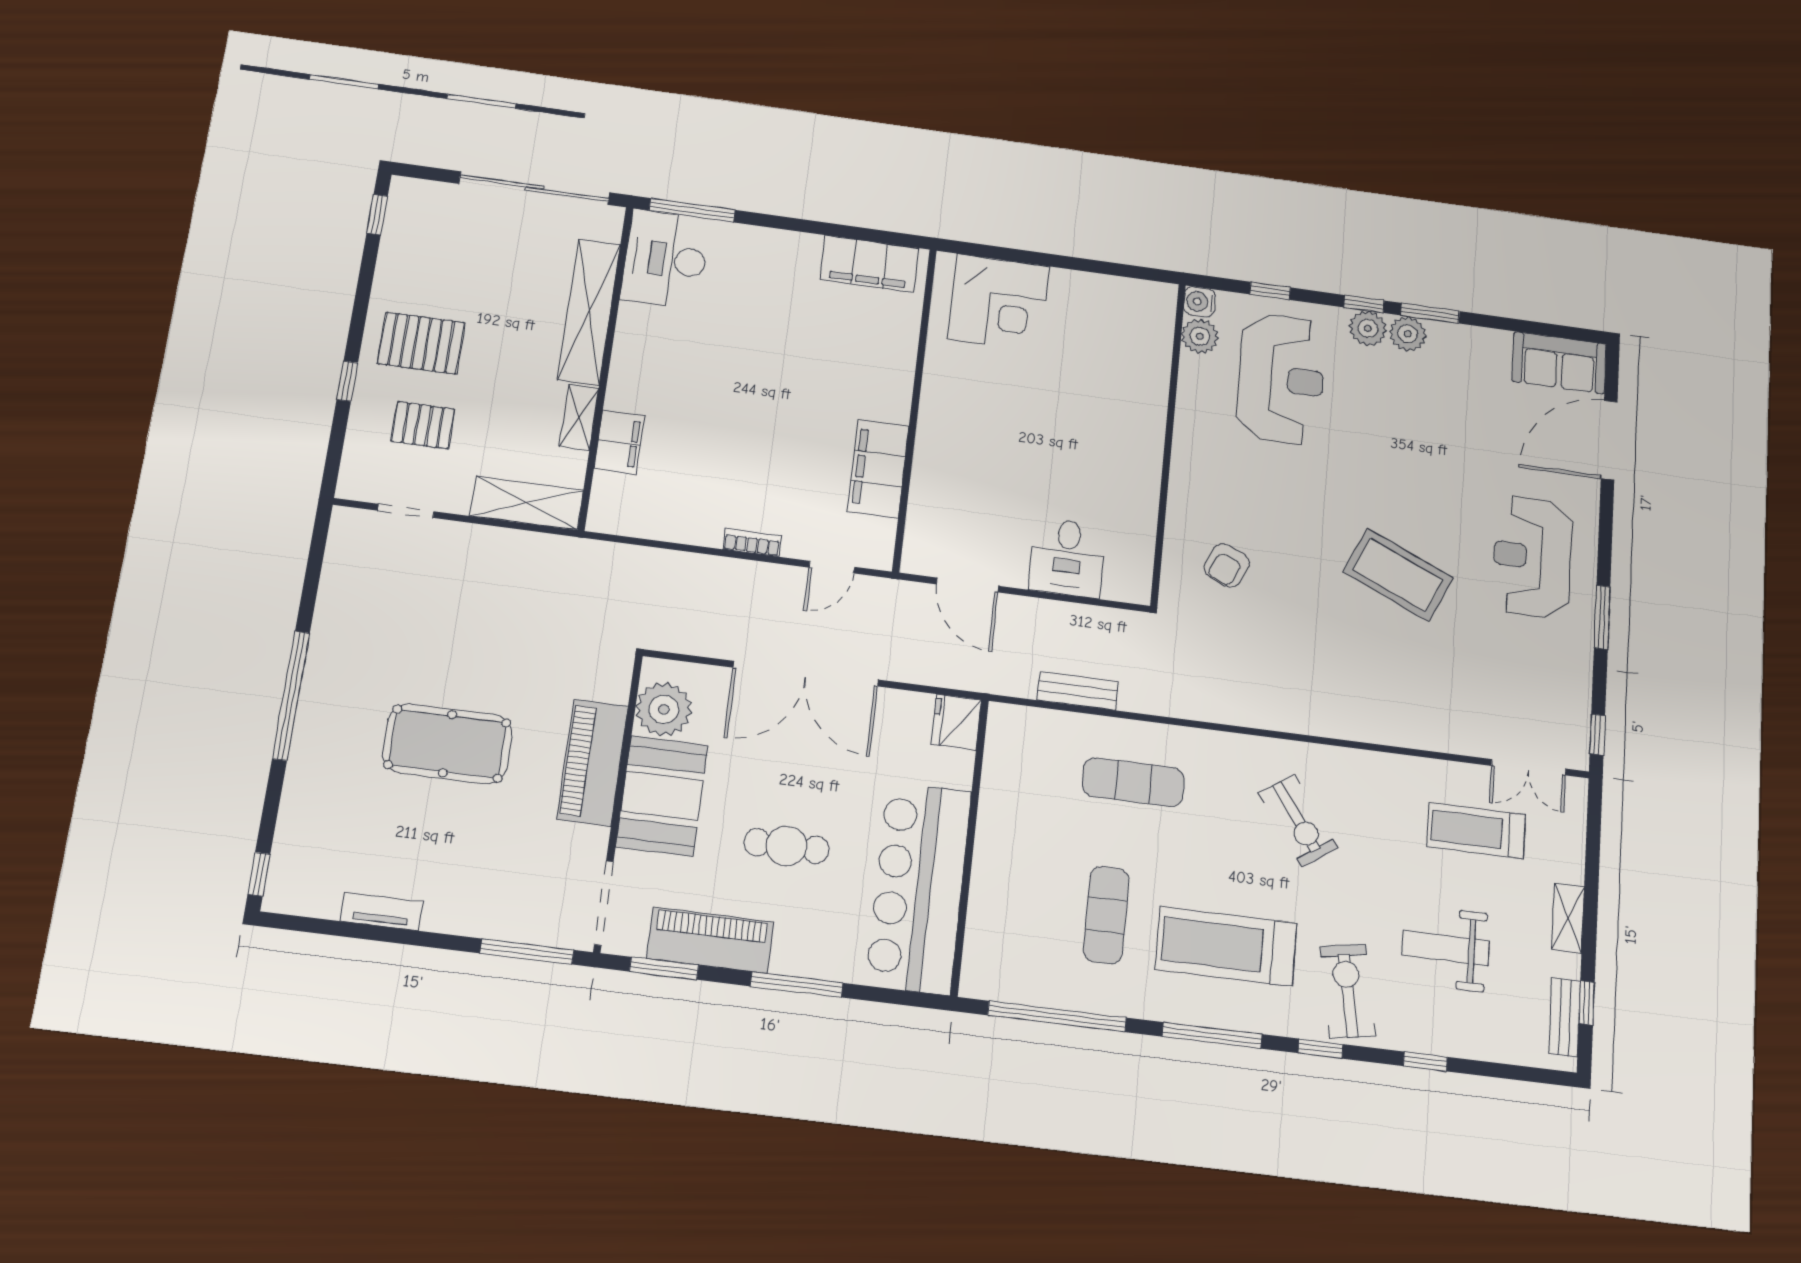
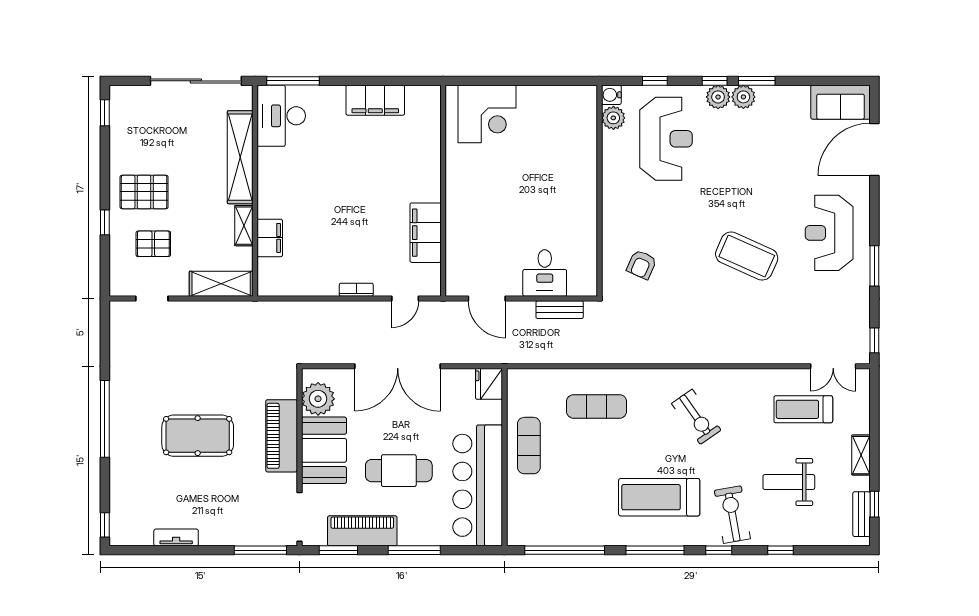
filing cabinet: (869, 264) -> (375, 100), moved
bench: (1077, 691) -> (560, 310), moved
cafe table: (787, 846) -> (399, 471), width x1.37, depth x1.35
exercise mat: (1106, 915) -> (529, 446), moved

